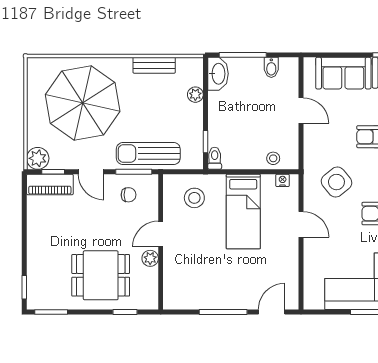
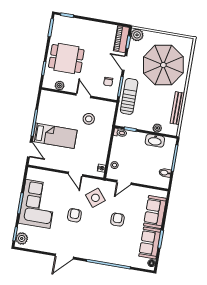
bench: (154, 65) -> (177, 108), width x1.36
washbasin: (218, 74) -> (155, 141), moved
door: (301, 110) -> (124, 182), moved
door: (91, 172) -> (125, 63), hinge flipped
stool: (194, 198) -> (89, 119), moved
bed: (243, 211) -> (55, 136), moved, turned 180
door: (301, 224) -> (75, 174), hinge flipped
plant: (150, 258) -> (60, 86), moved
dining table: (101, 275) -> (66, 59), turned 90

